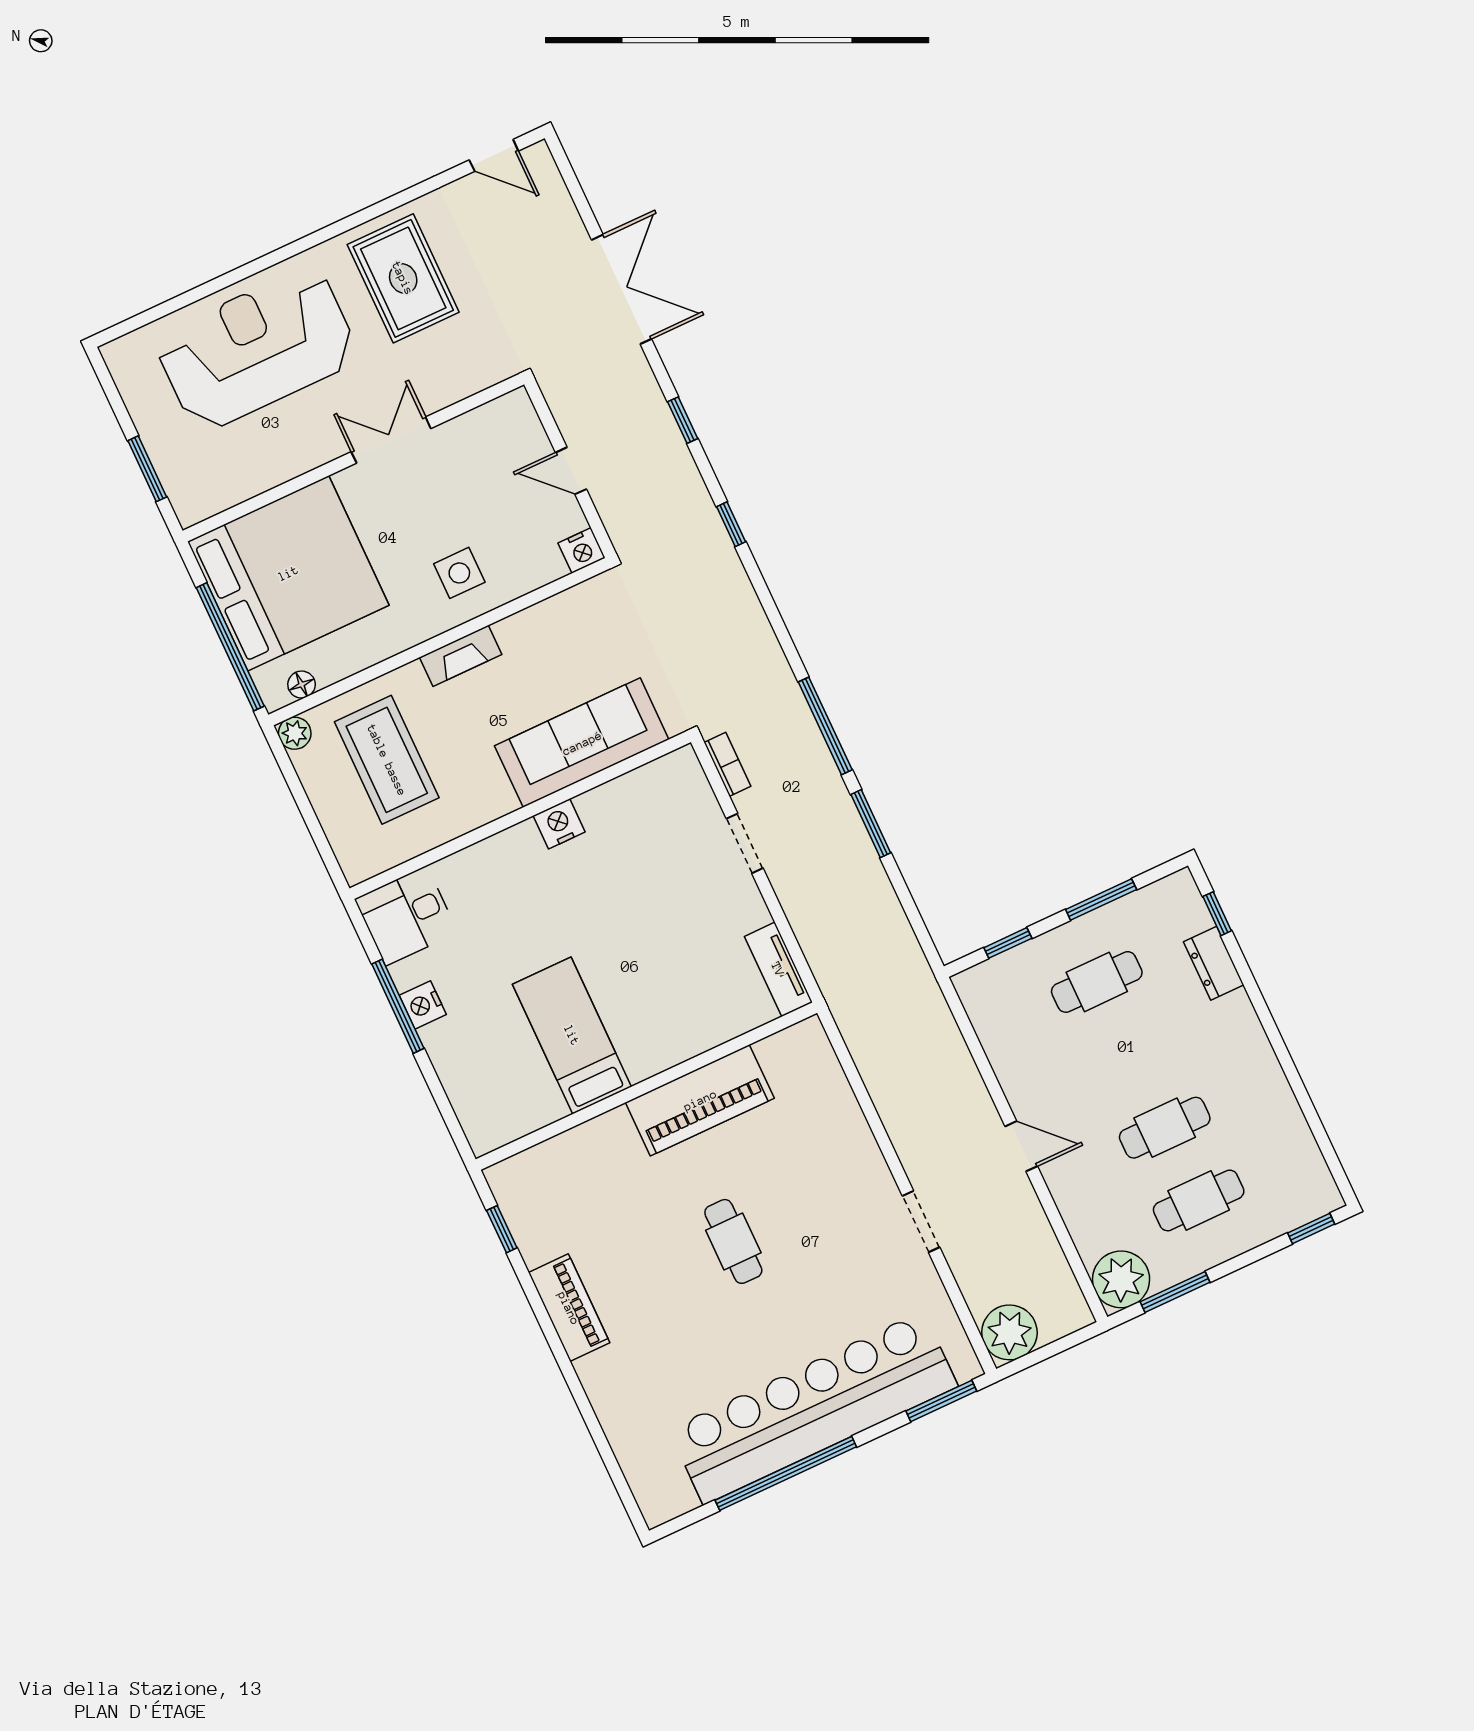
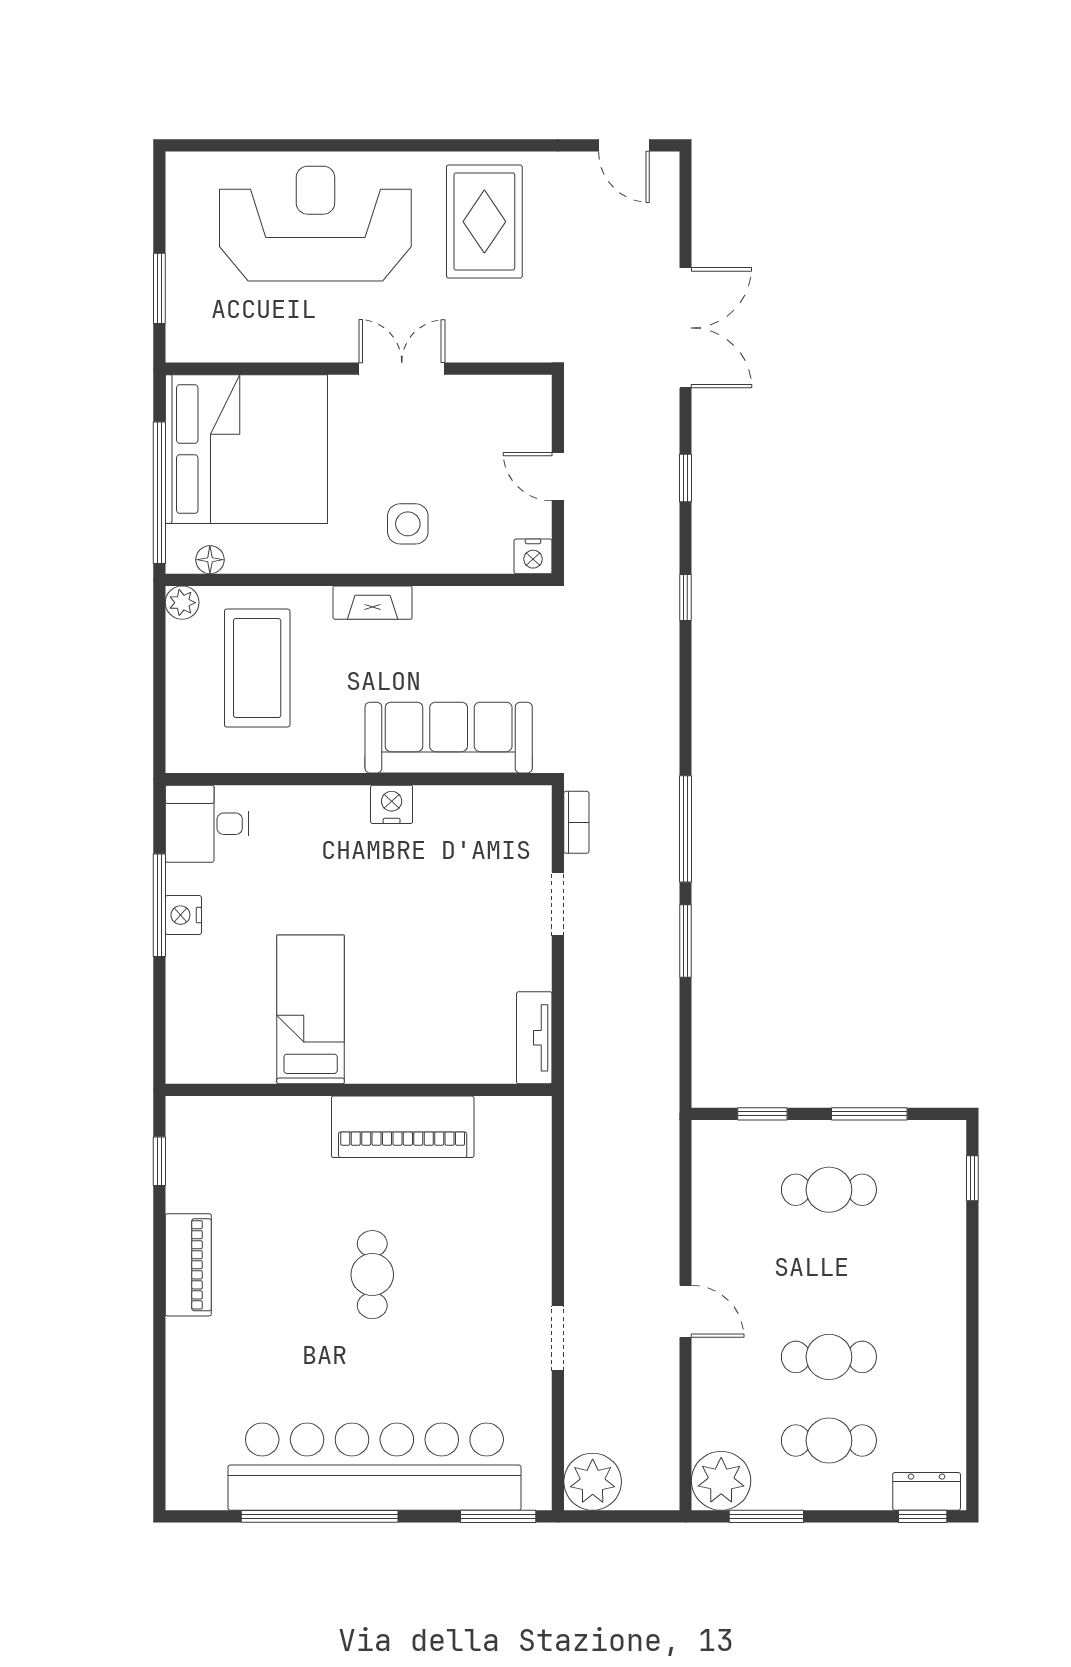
dresser: (1214, 963) -> (927, 1491), moved, turned 90

